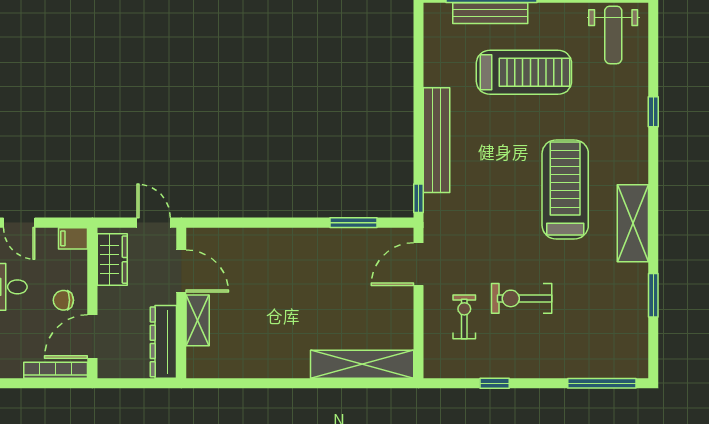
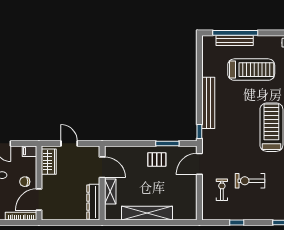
pallet: (332, 255) -> (157, 160), added
door: (181, 271) -> (102, 167), moved
wall: (181, 303) -> (102, 183), moved
shelving: (198, 320) -> (110, 192), moved
dresser: (163, 342) -> (93, 202), moved
shelving: (362, 364) -> (147, 213), moved

